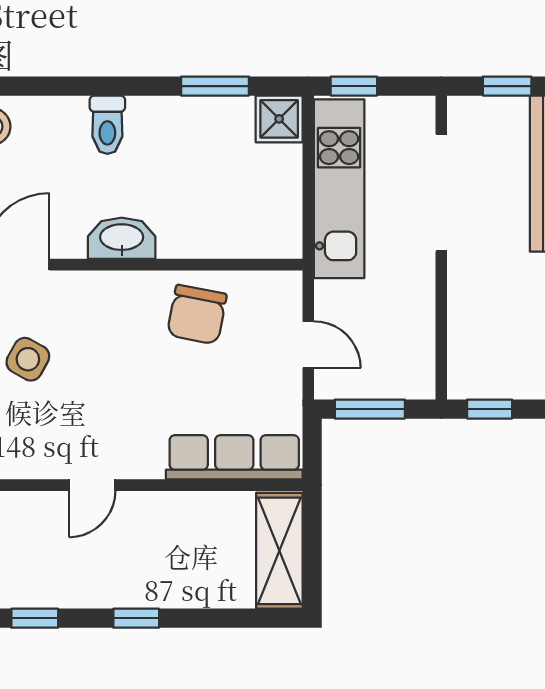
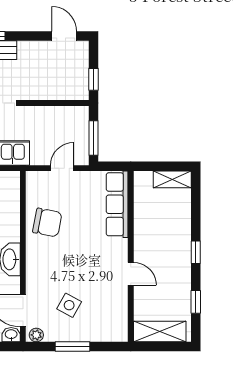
shelving: (279, 551) -> (172, 179), width x0.67, depth x0.75

